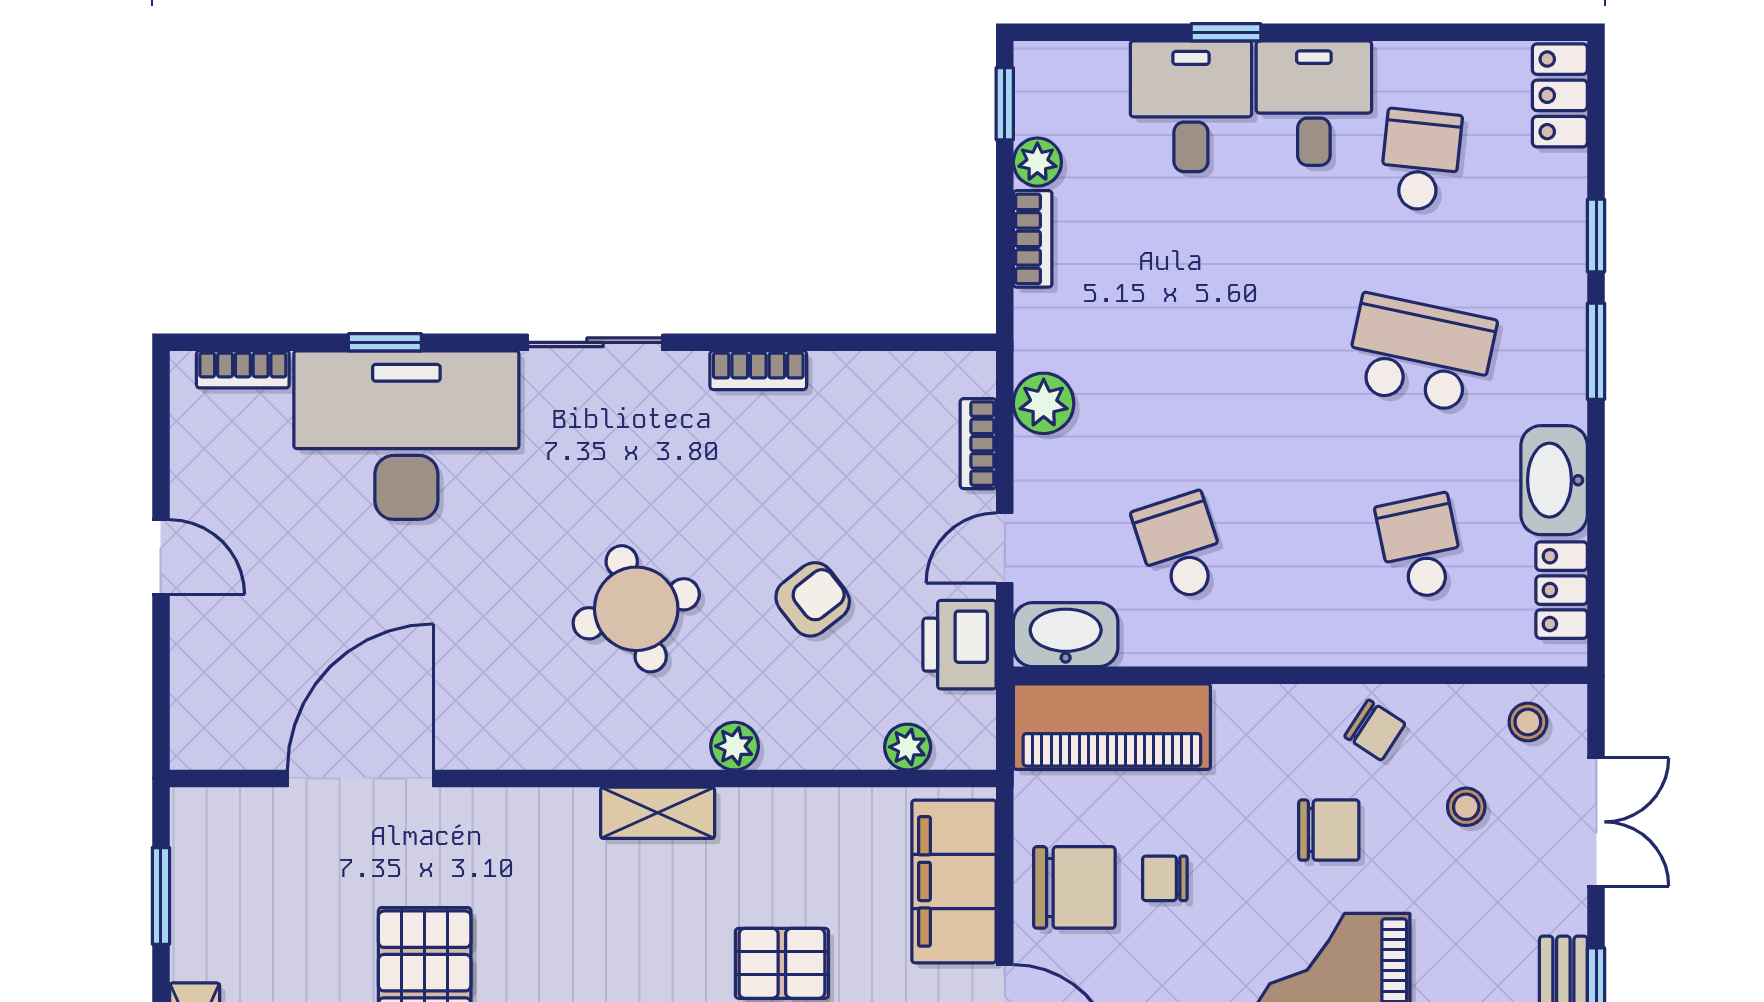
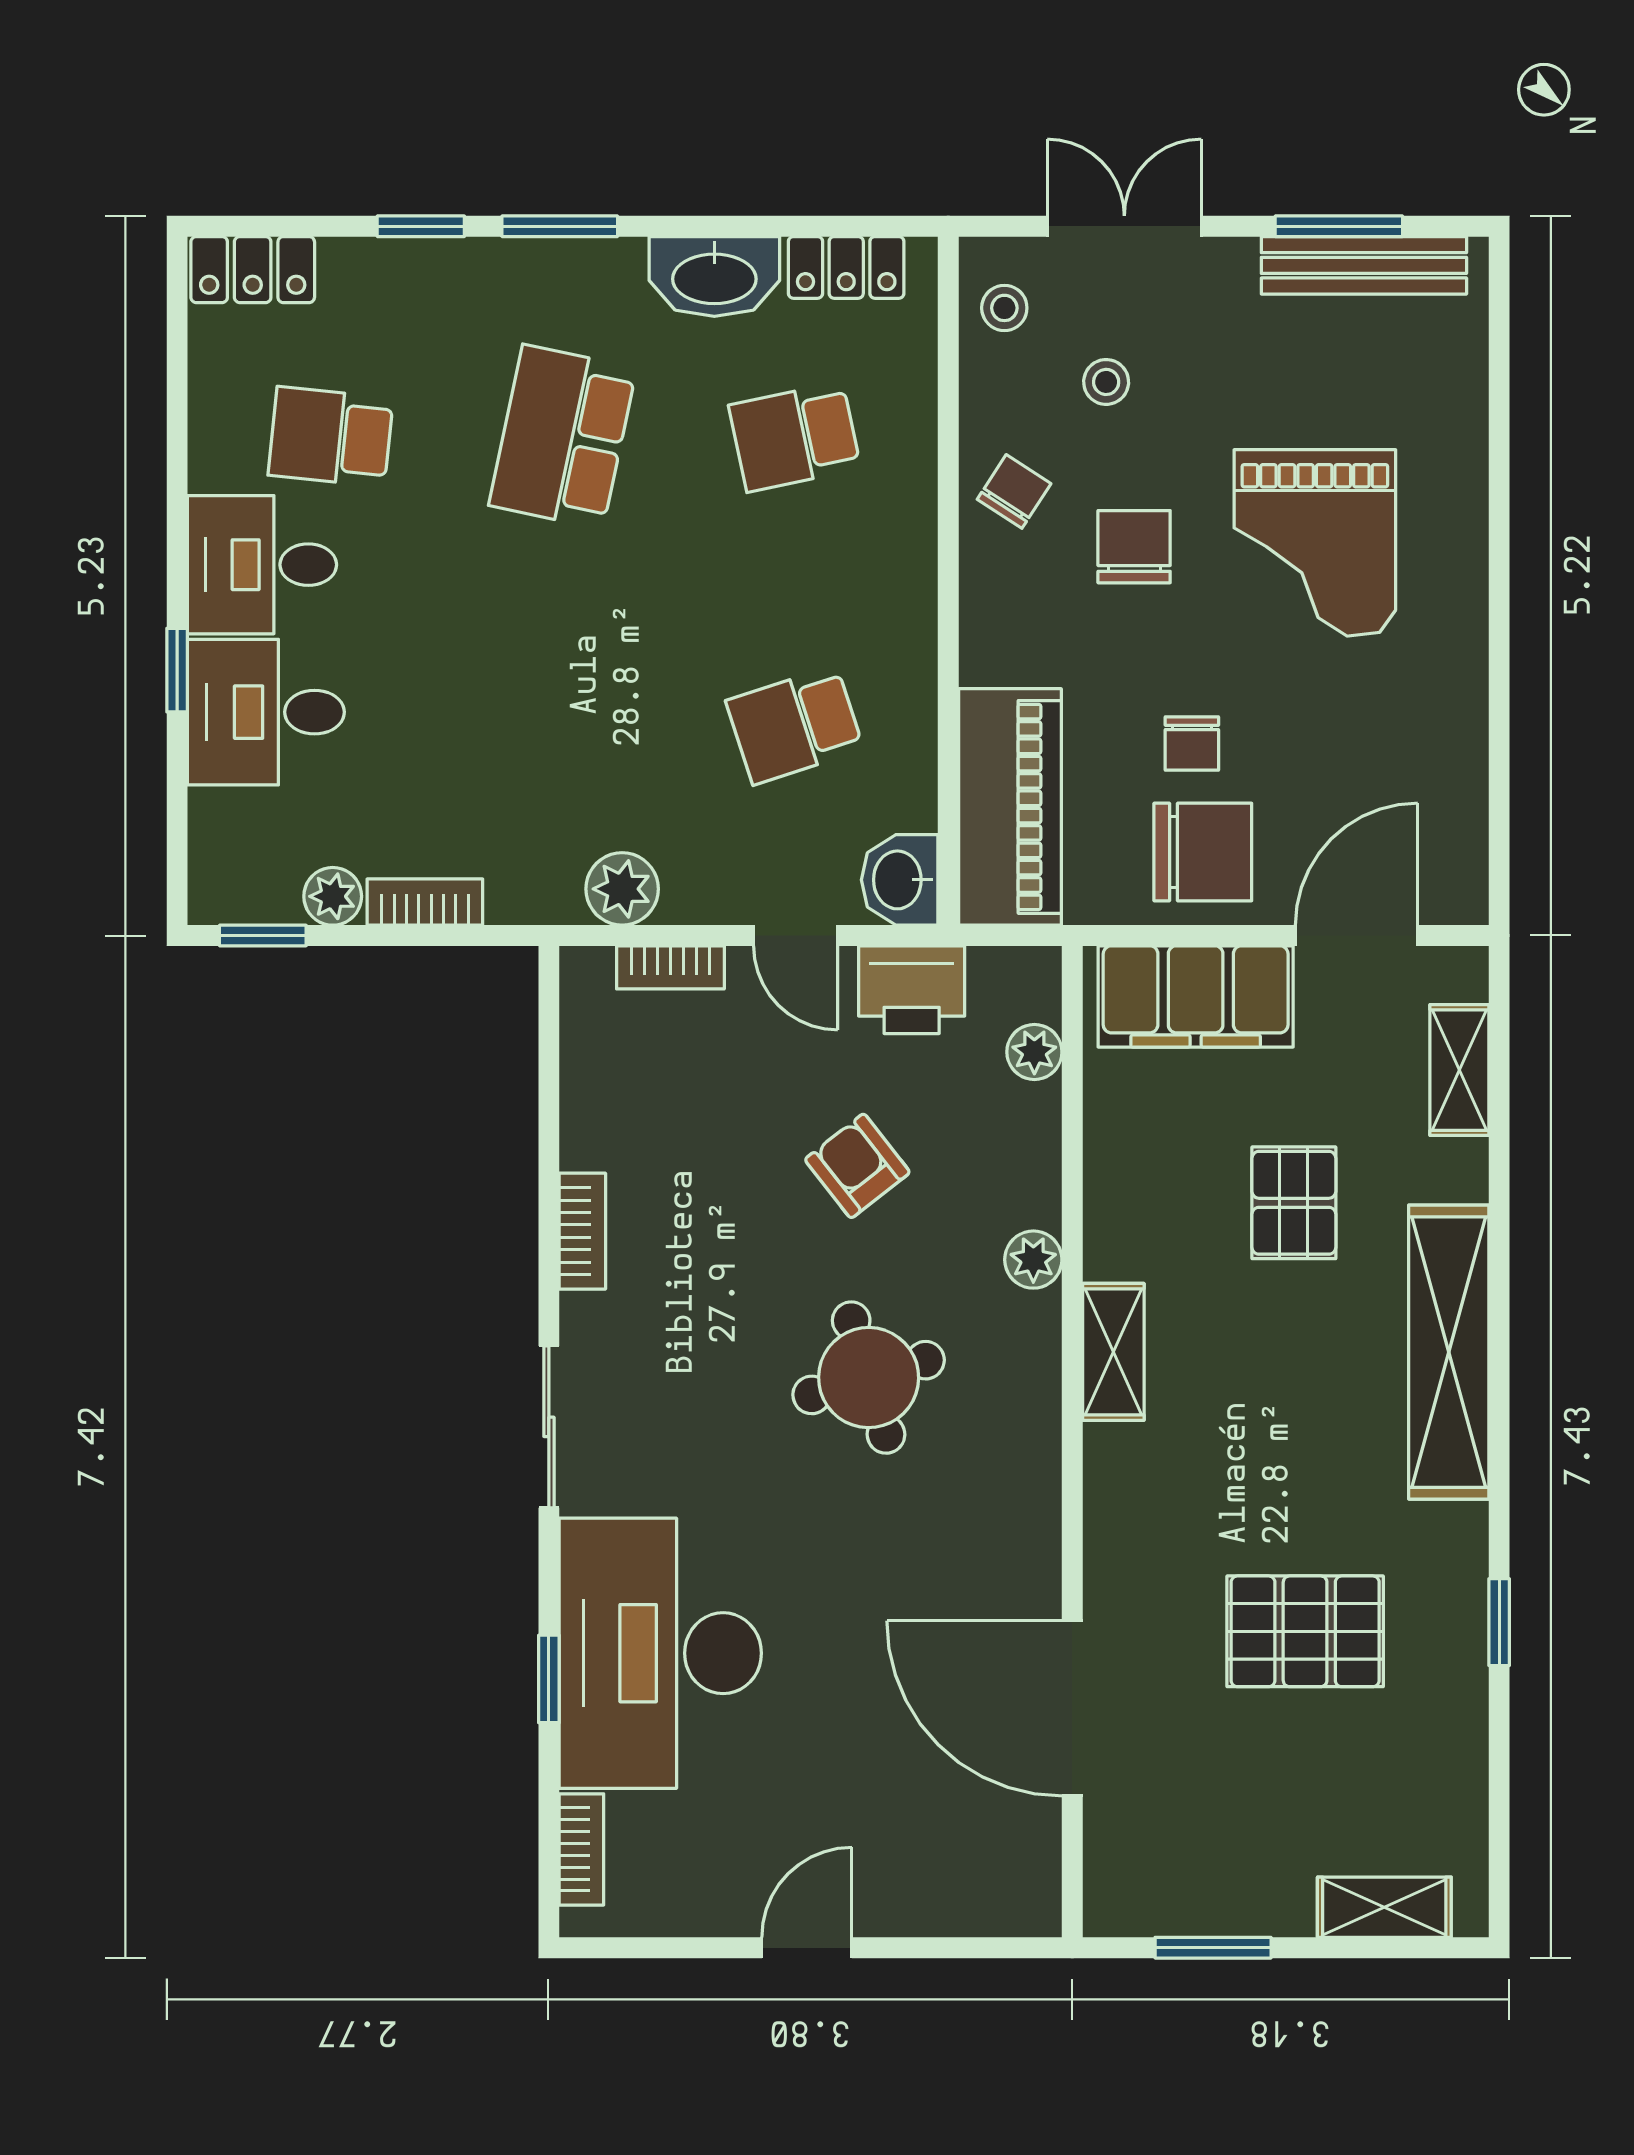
washbasin: (1066, 635) -> (900, 880), width x0.72
chair: (1074, 887) -> (1203, 852), turned 90

